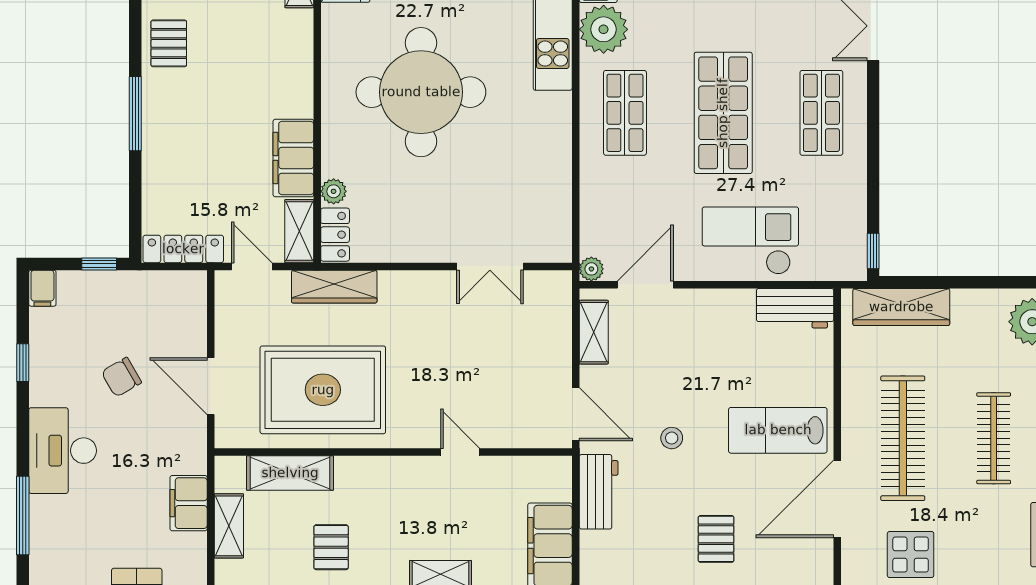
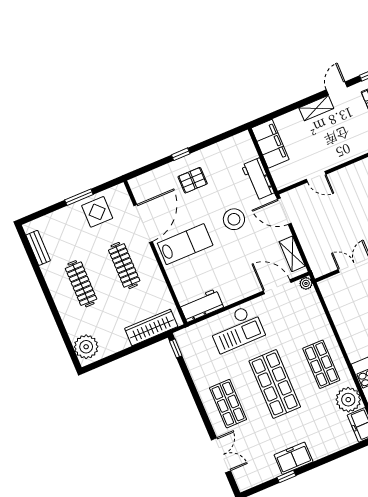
door: (645, 285) -> (277, 287), swing flipped
stool: (672, 438) -> (234, 219), width x1.89, depth x1.89
clothes rail: (903, 438) -> (124, 265), width x0.73, depth x0.76
door: (460, 452) -> (316, 177), moved
pallet: (716, 539) -> (193, 180), turned 90

